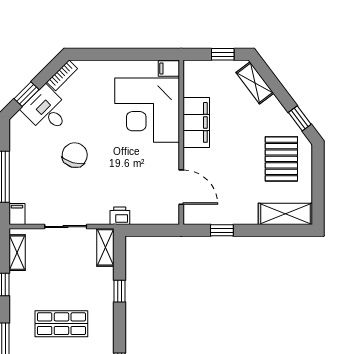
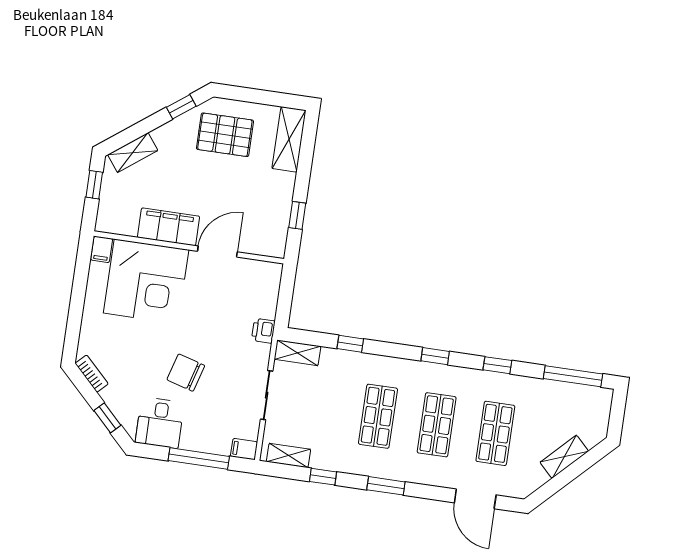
desk: (47, 110) -> (160, 423), moved, turned -45
door: (181, 187) -> (217, 252), moved

